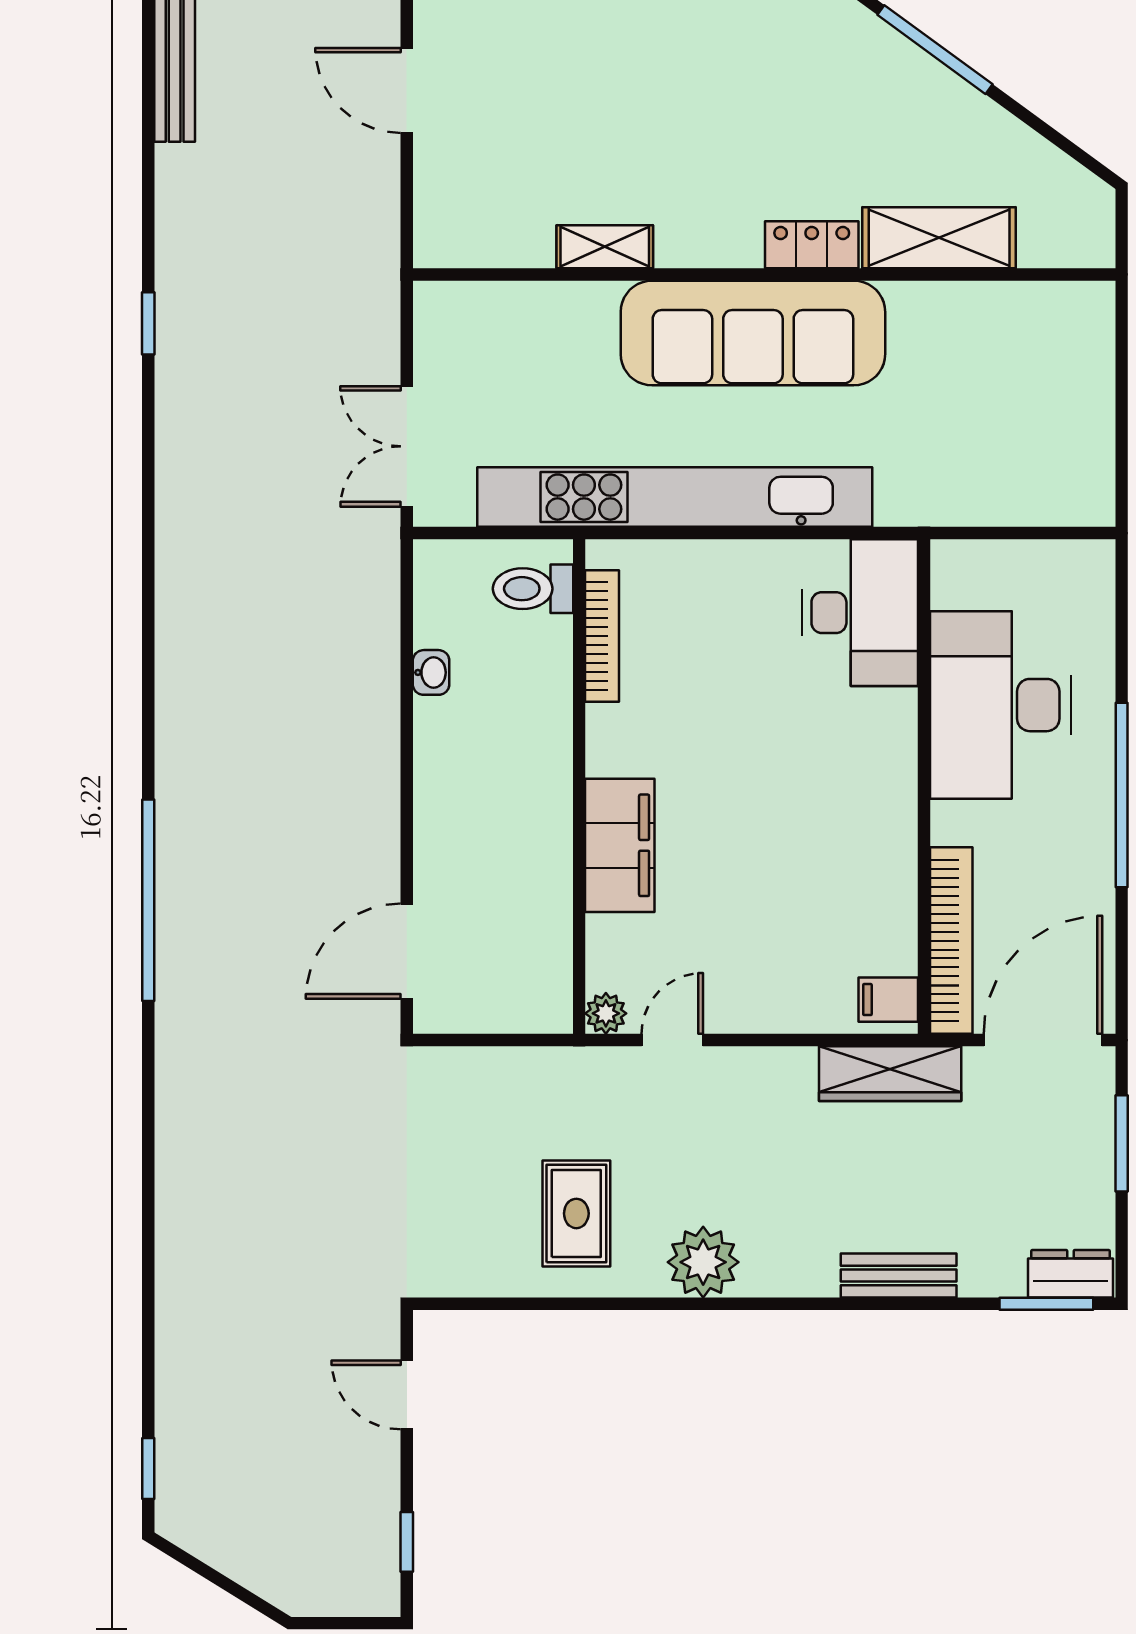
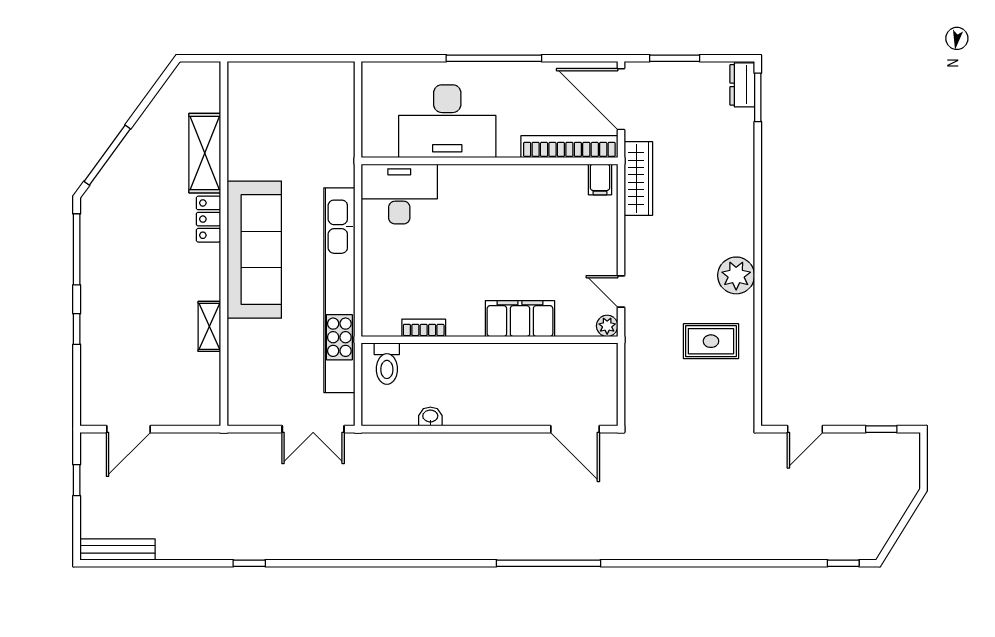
bookcase: (602, 636) -> (424, 328), width x0.64
bench: (899, 1276) -> (743, 174), removed

